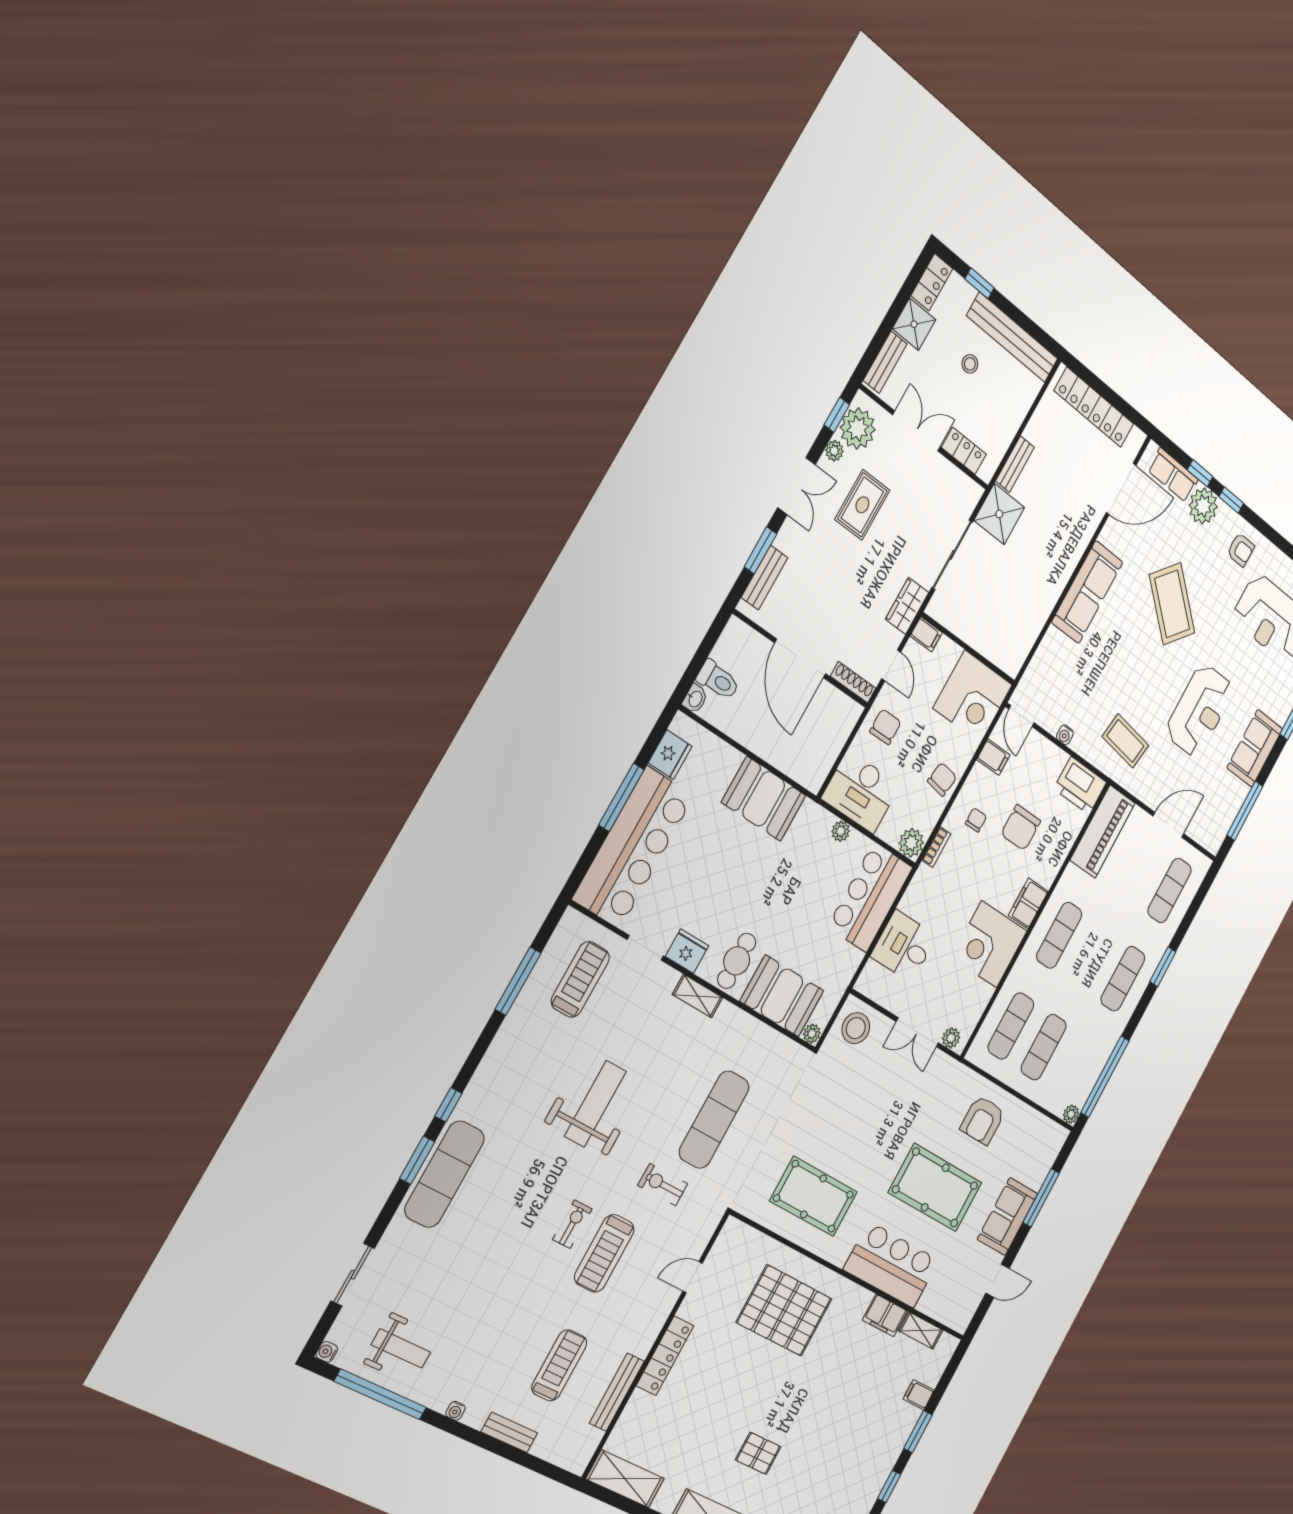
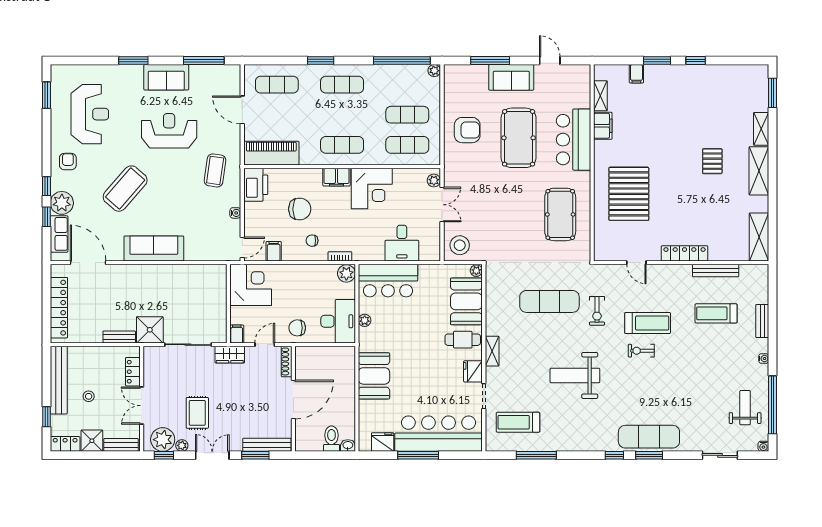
rug: (862, 505) -> (197, 413), turned 90
bench: (765, 578) -> (267, 445), width x1.36
chair: (942, 779) -> (303, 276), removed

